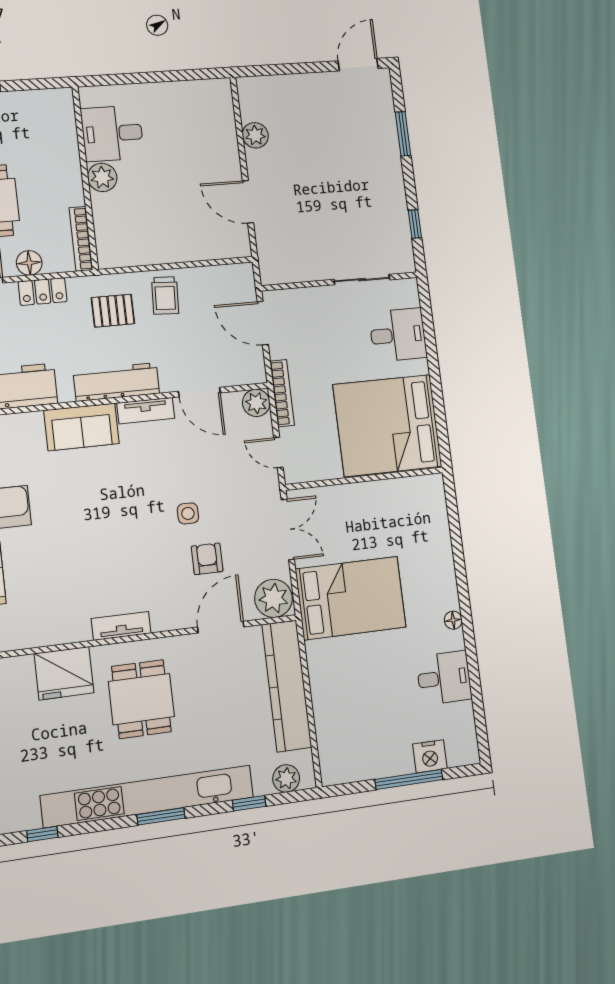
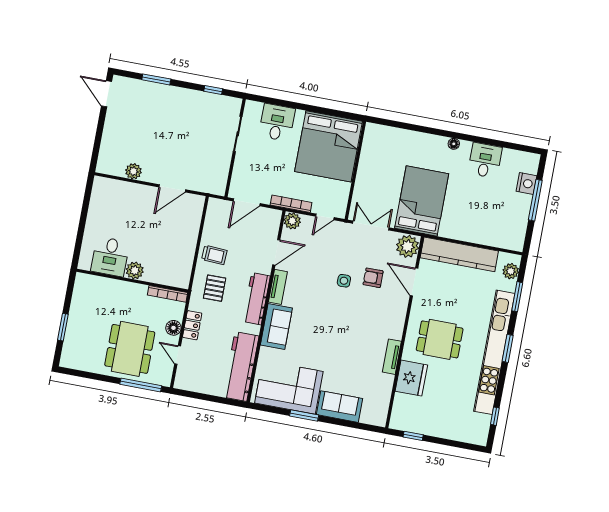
tv unit: (121, 626) -> (392, 357), moved
window: (249, 803) -> (517, 297), width x1.50

